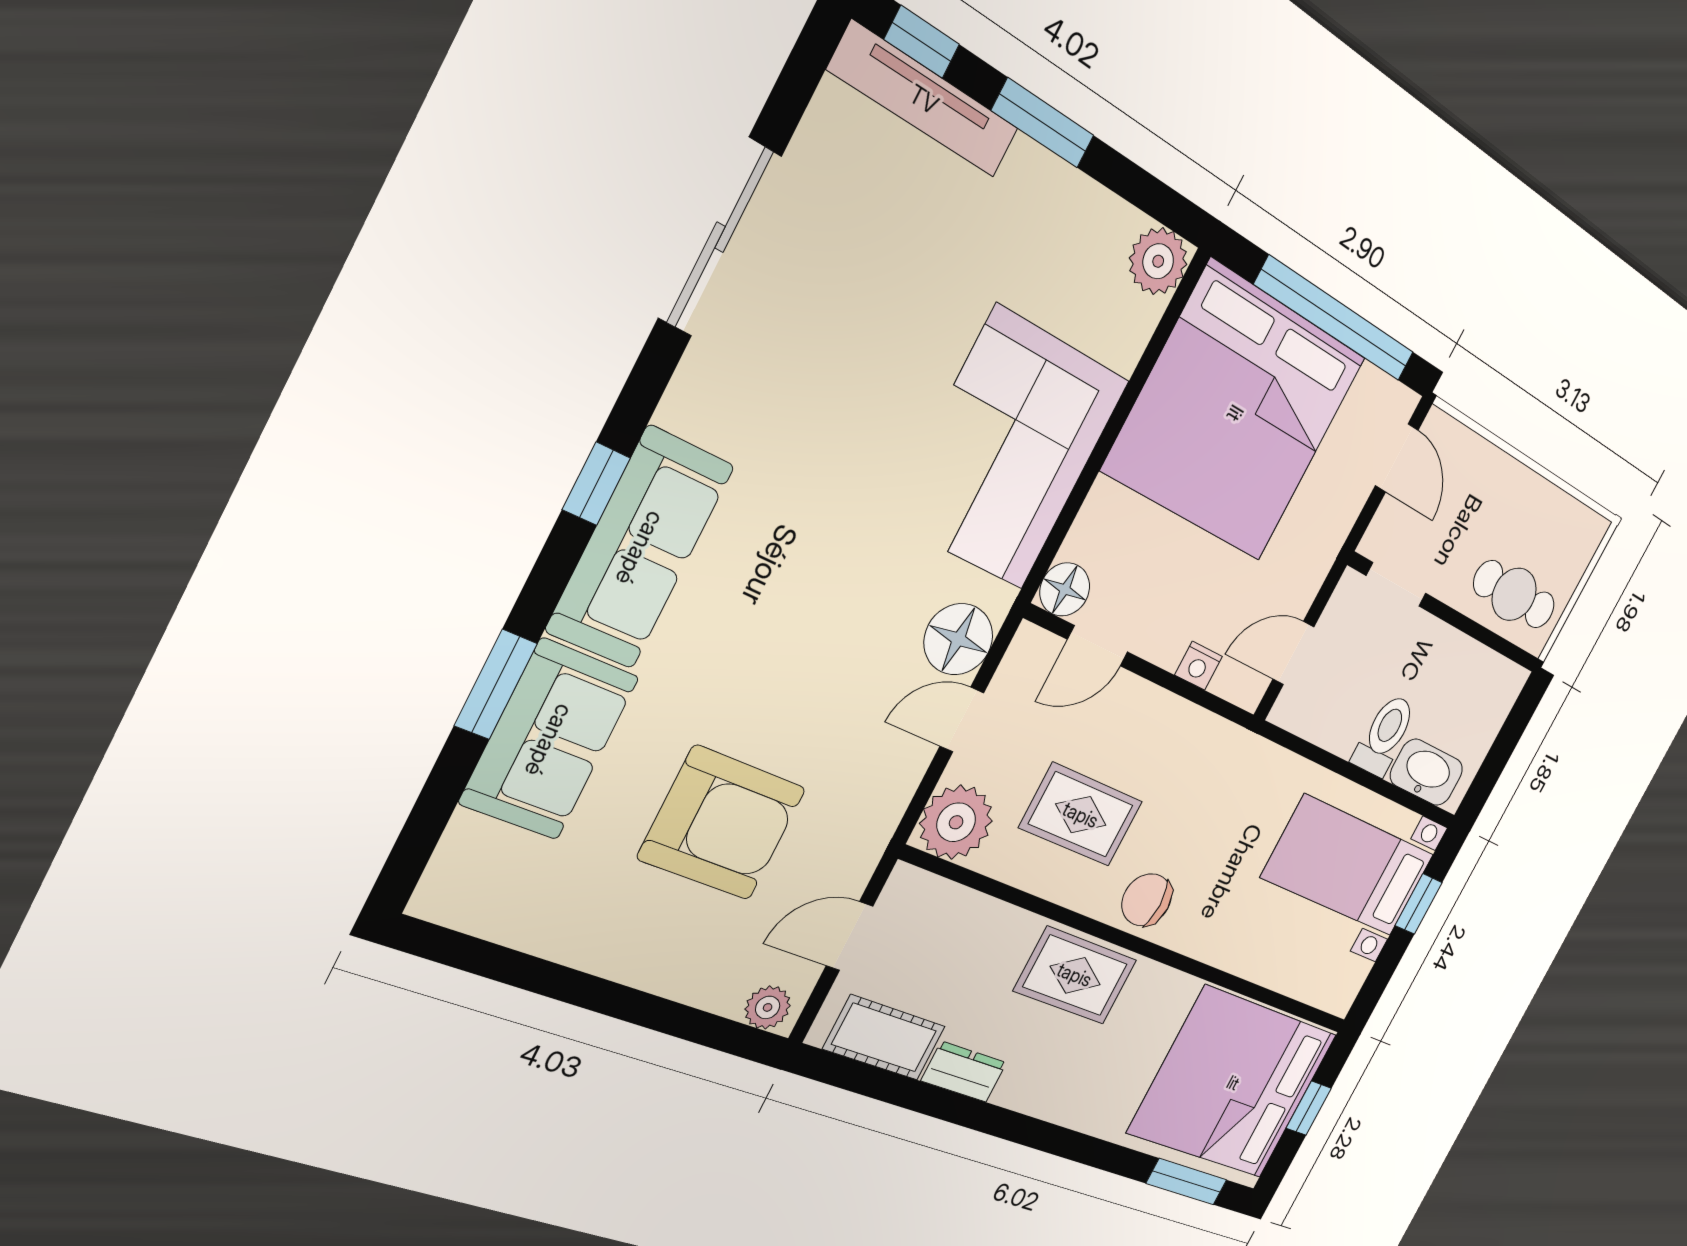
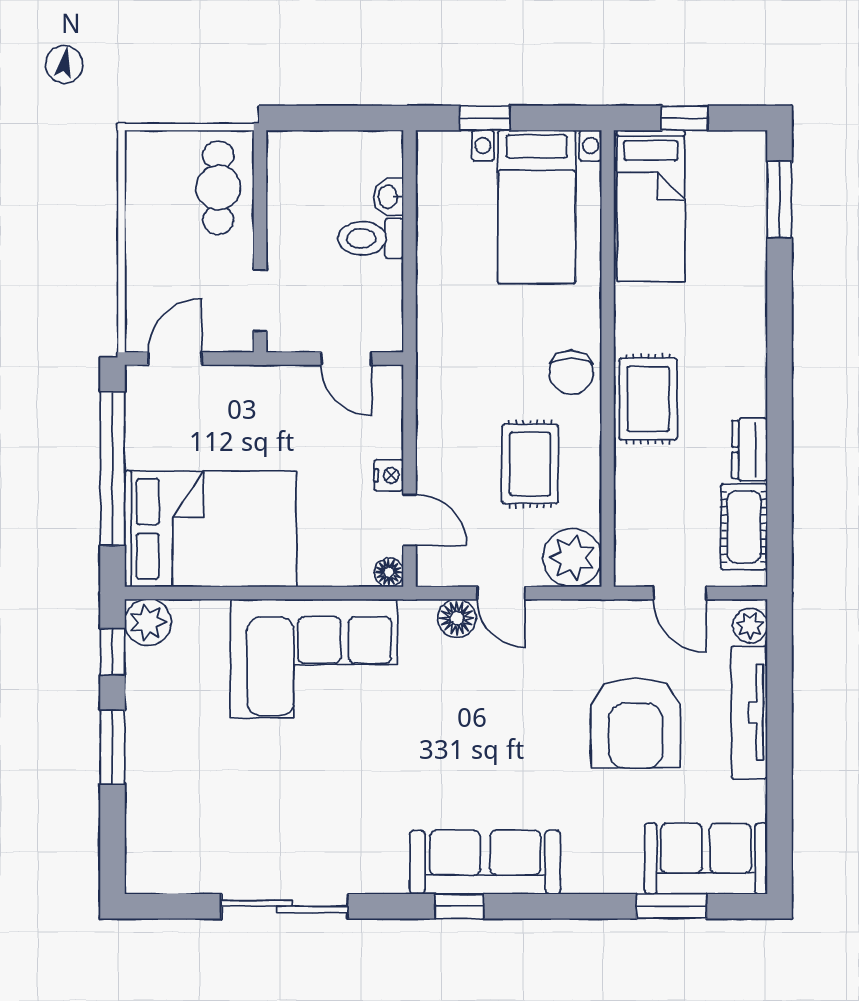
window: (922, 42) -> (112, 652), moved
tv unit: (924, 100) -> (749, 712), moved, turned 180
bed: (1235, 413) -> (210, 529), width x0.73
floor lamp: (1065, 589) -> (389, 572), width x0.73, depth x0.73
floor lamp: (958, 639) -> (457, 618), width x0.73, depth x0.73
nightstand: (1198, 666) -> (389, 475), moved
window: (496, 685) -> (672, 906), moved
sofa: (549, 740) -> (706, 859), moved
washbasin: (1426, 772) -> (389, 197), width x0.52, depth x0.69
armchair: (722, 823) -> (636, 723), turned 180
bed with nightstands: (1348, 866) -> (537, 207), moved
bed: (1233, 1083) -> (651, 206), width x0.49

